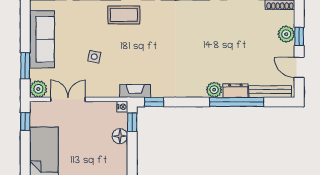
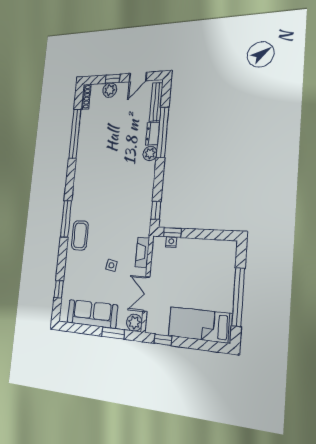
fireplace: (135, 91) -> (142, 252), moved
nightstand: (122, 107) -> (171, 242), moved
floor lamp: (120, 136) -> (184, 245), removed

